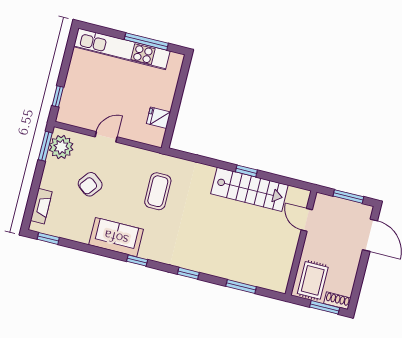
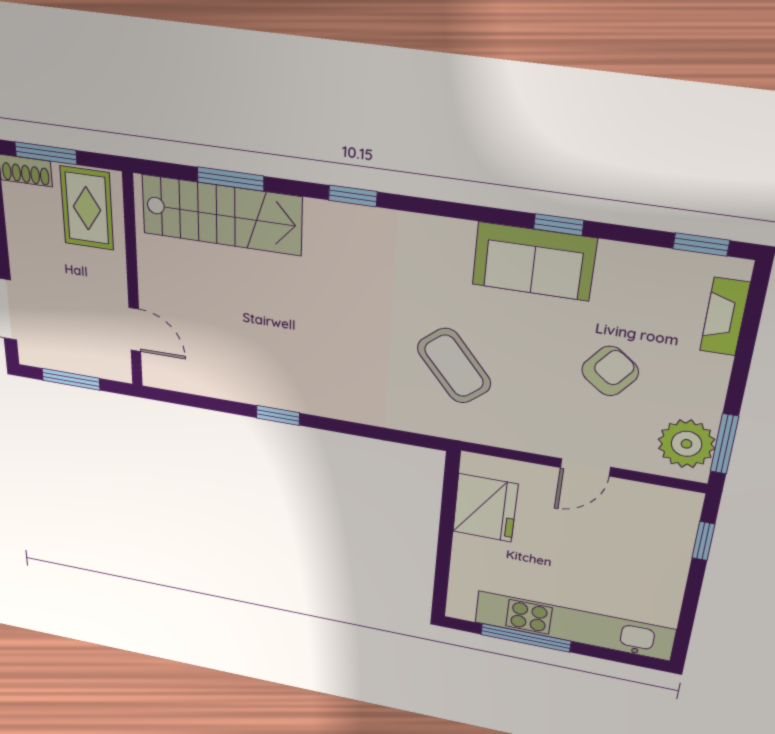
fridge: (159, 118) -> (485, 508), width x1.88, depth x1.34
stairs: (249, 189) -> (222, 215), moved, turned 180
coffee table: (158, 191) -> (454, 366), turned -40
window: (137, 261) -> (559, 225), moved

